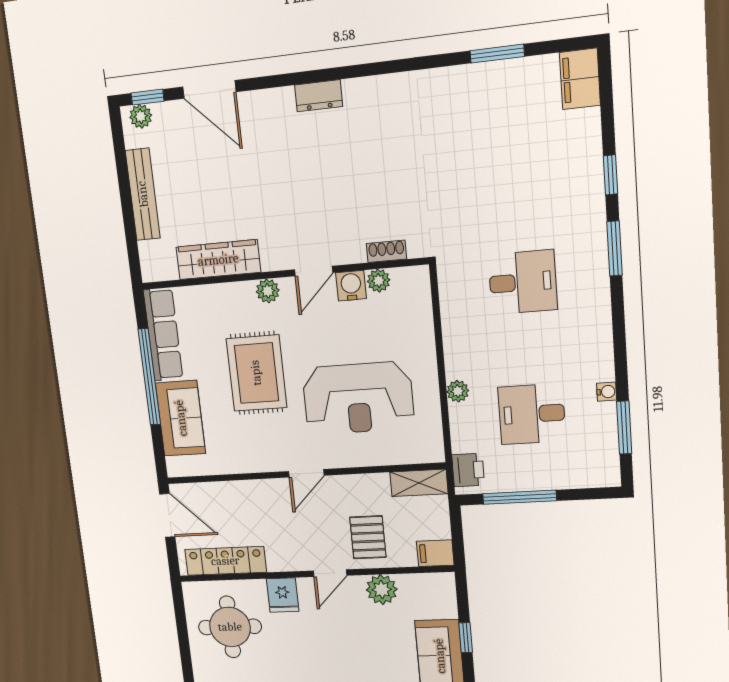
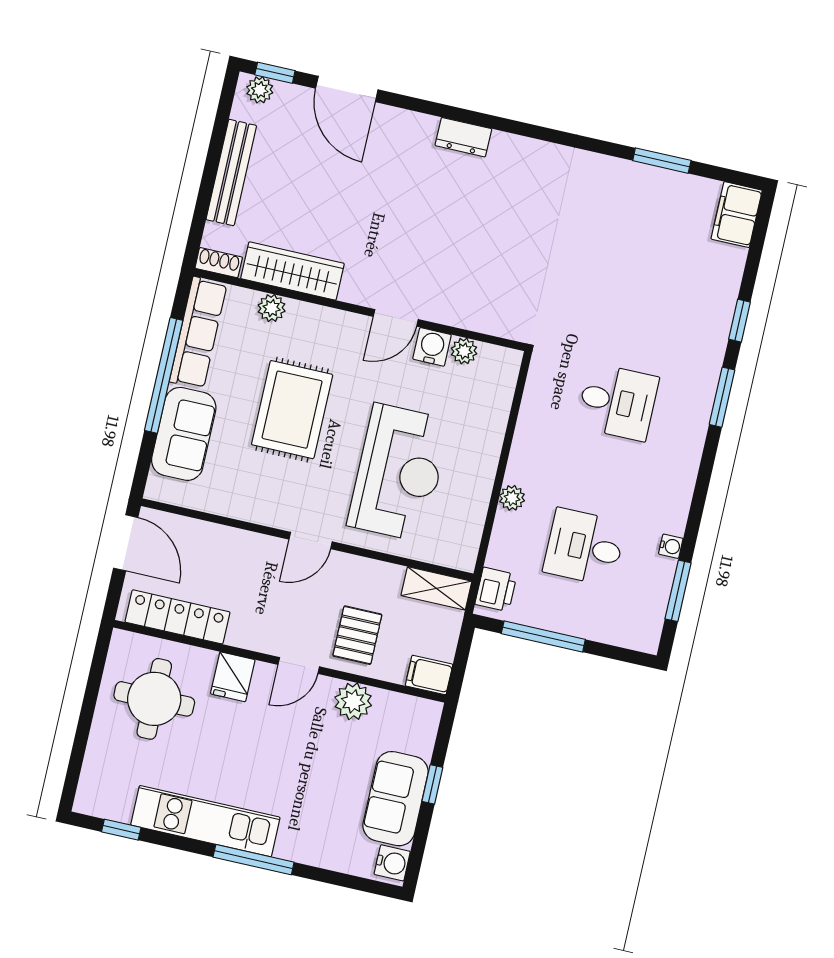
shoe rack: (386, 251) -> (219, 263), moved
plant: (268, 291) -> (272, 308), moved
reception desk: (358, 398) -> (399, 473), turned -90

